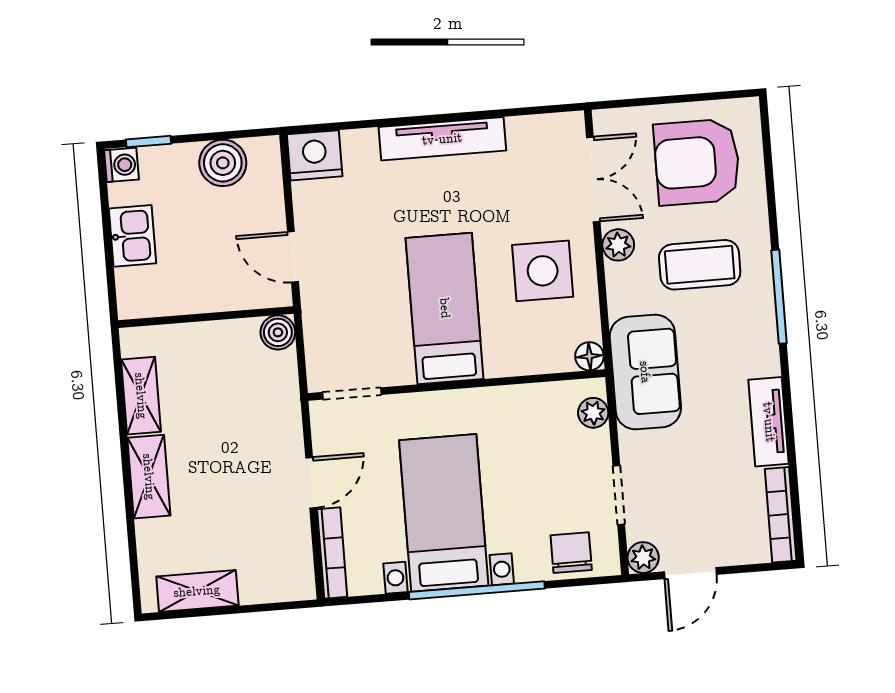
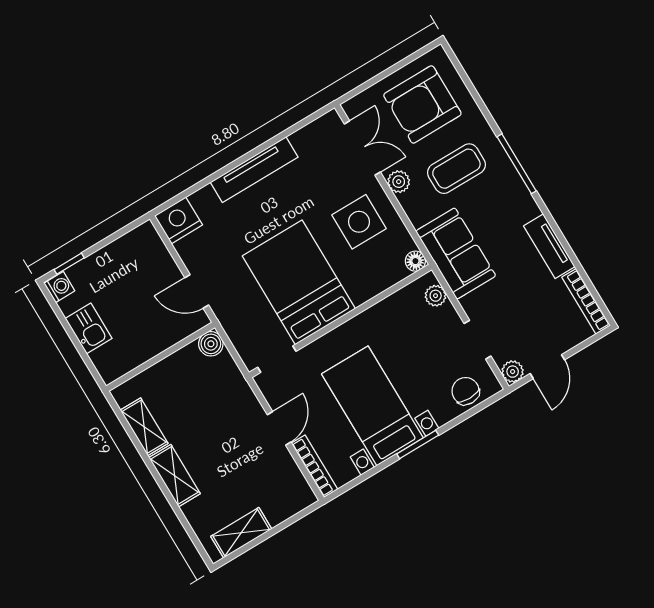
boiler: (223, 163) -> (123, 254), removed
bed: (445, 308) -> (299, 282), width x1.50
window: (477, 590) -> (418, 445), width x0.47

